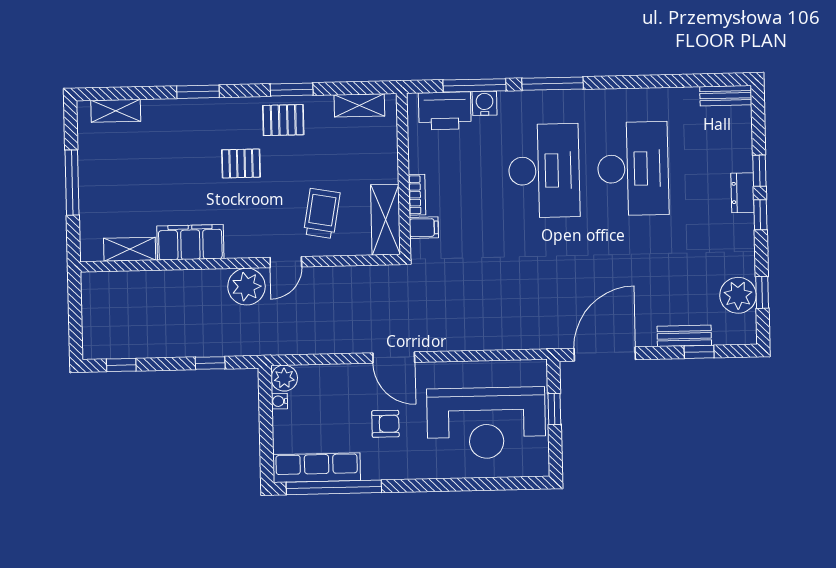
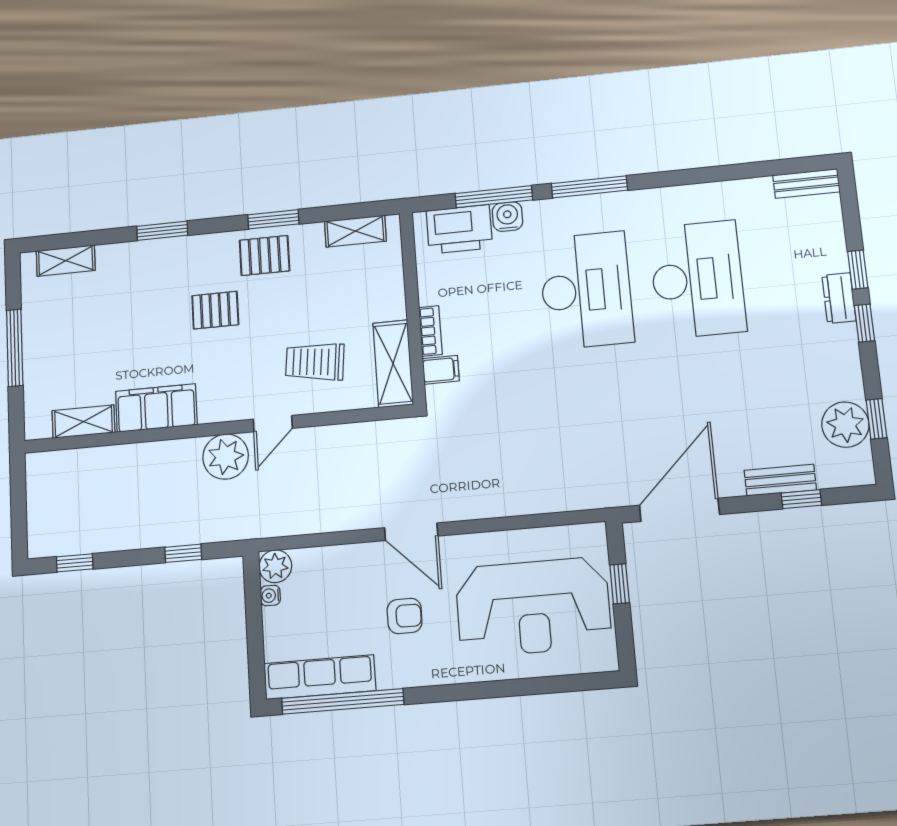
trolley: (322, 213) -> (315, 362), turned -94

